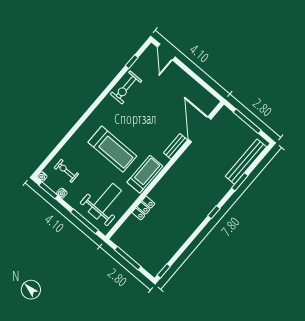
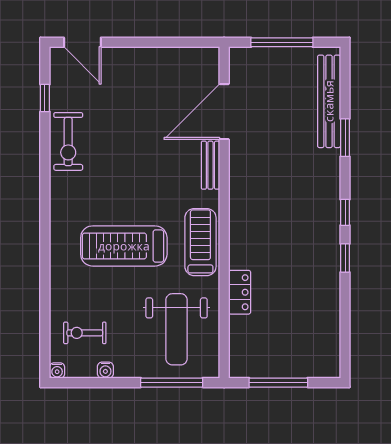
door: (200, 129) -> (224, 112), hinge flipped
treadmill: (112, 149) -> (124, 246), turned 180
window: (48, 190) -> (83, 383), removed
weight bench: (105, 201) -> (177, 329), turned 180
window: (164, 271) -> (345, 258), moved

